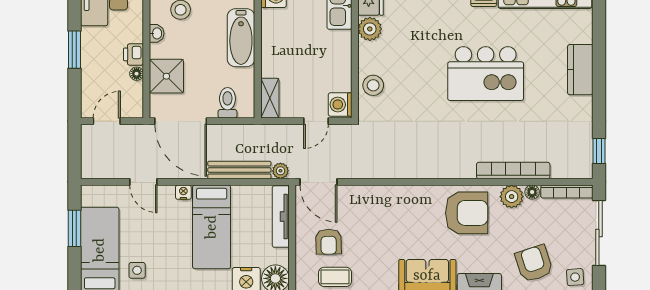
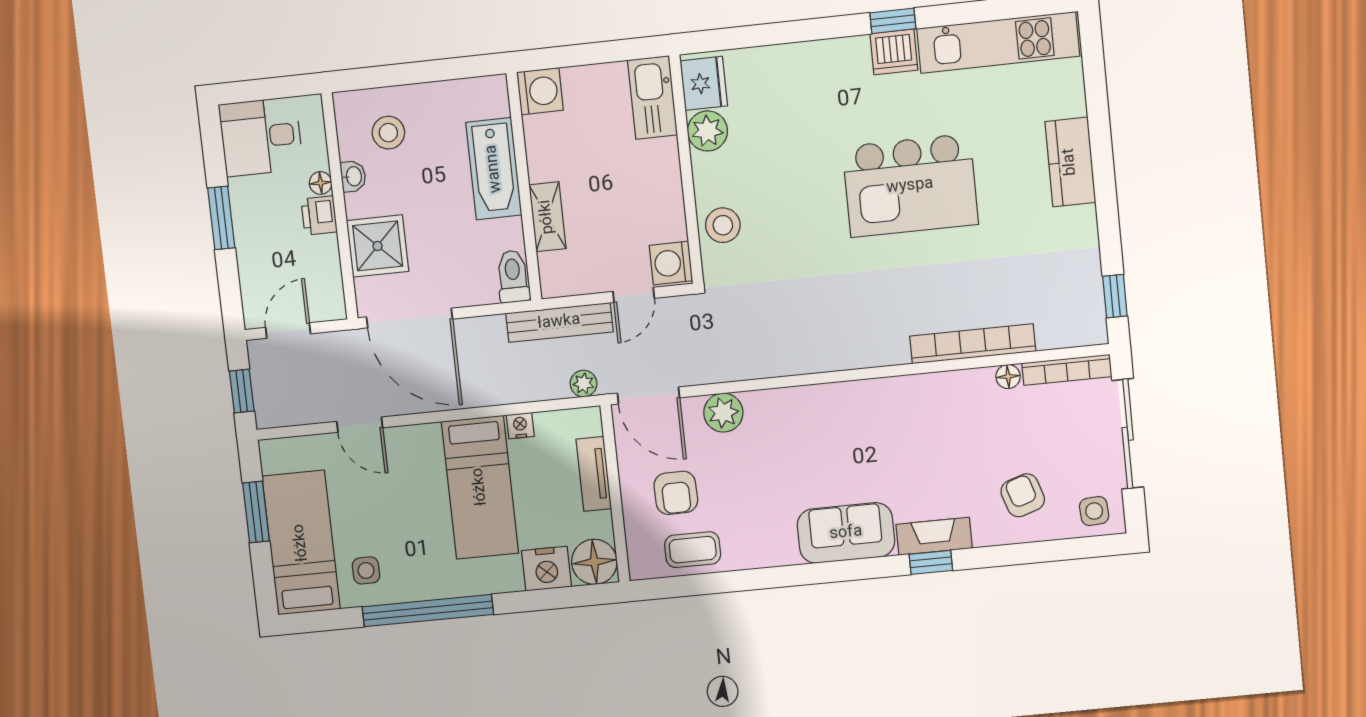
floor lamp: (137, 74) -> (321, 183), moved
shelving: (270, 98) -> (547, 217), moved
toilet: (227, 103) -> (513, 276), moved
window: (74, 154) -> (242, 391), added
bench: (239, 170) -> (559, 322), moved
nightstand: (183, 192) -> (520, 426), moved
plant: (512, 197) -> (723, 413), moved
armchair: (467, 213) -> (901, 422), removed
tv unit: (281, 217) -> (594, 474), width x0.71
armchair: (534, 264) -> (1023, 495), width x0.72, depth x0.72

